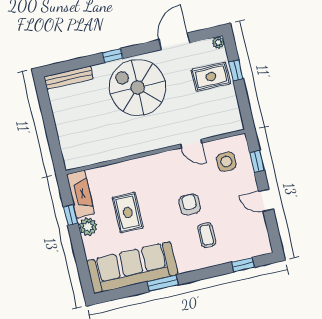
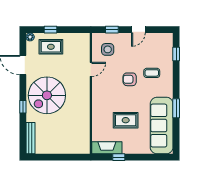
rug: (211, 77) -> (51, 47), turned 90
plant: (88, 227) -> (129, 148), removed

